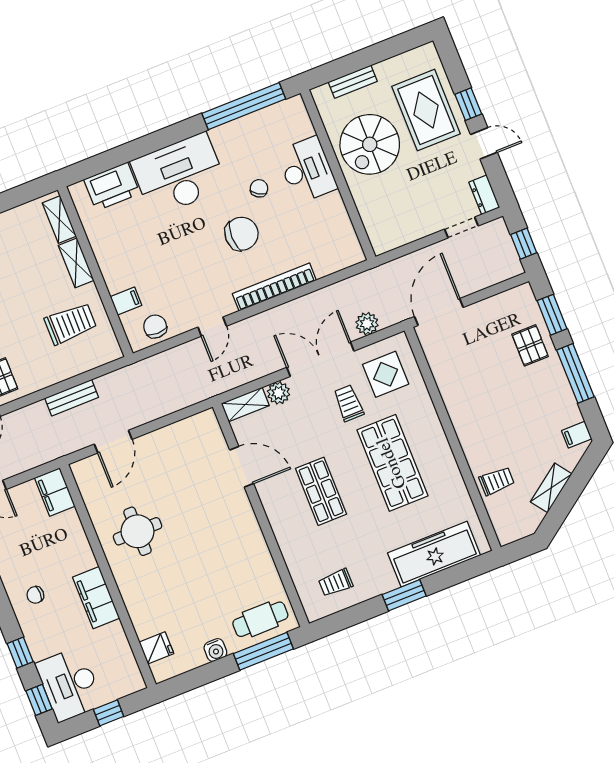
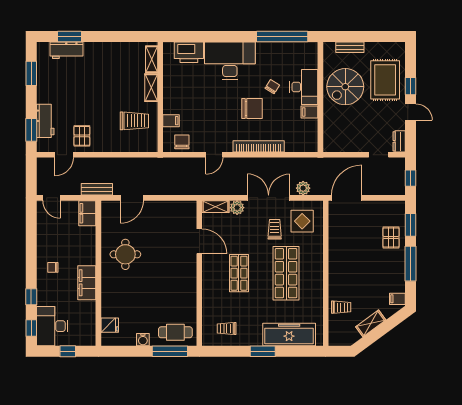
filing cabinet: (331, 204) -> (309, 112), added
bench: (72, 398) -> (97, 189), moved

